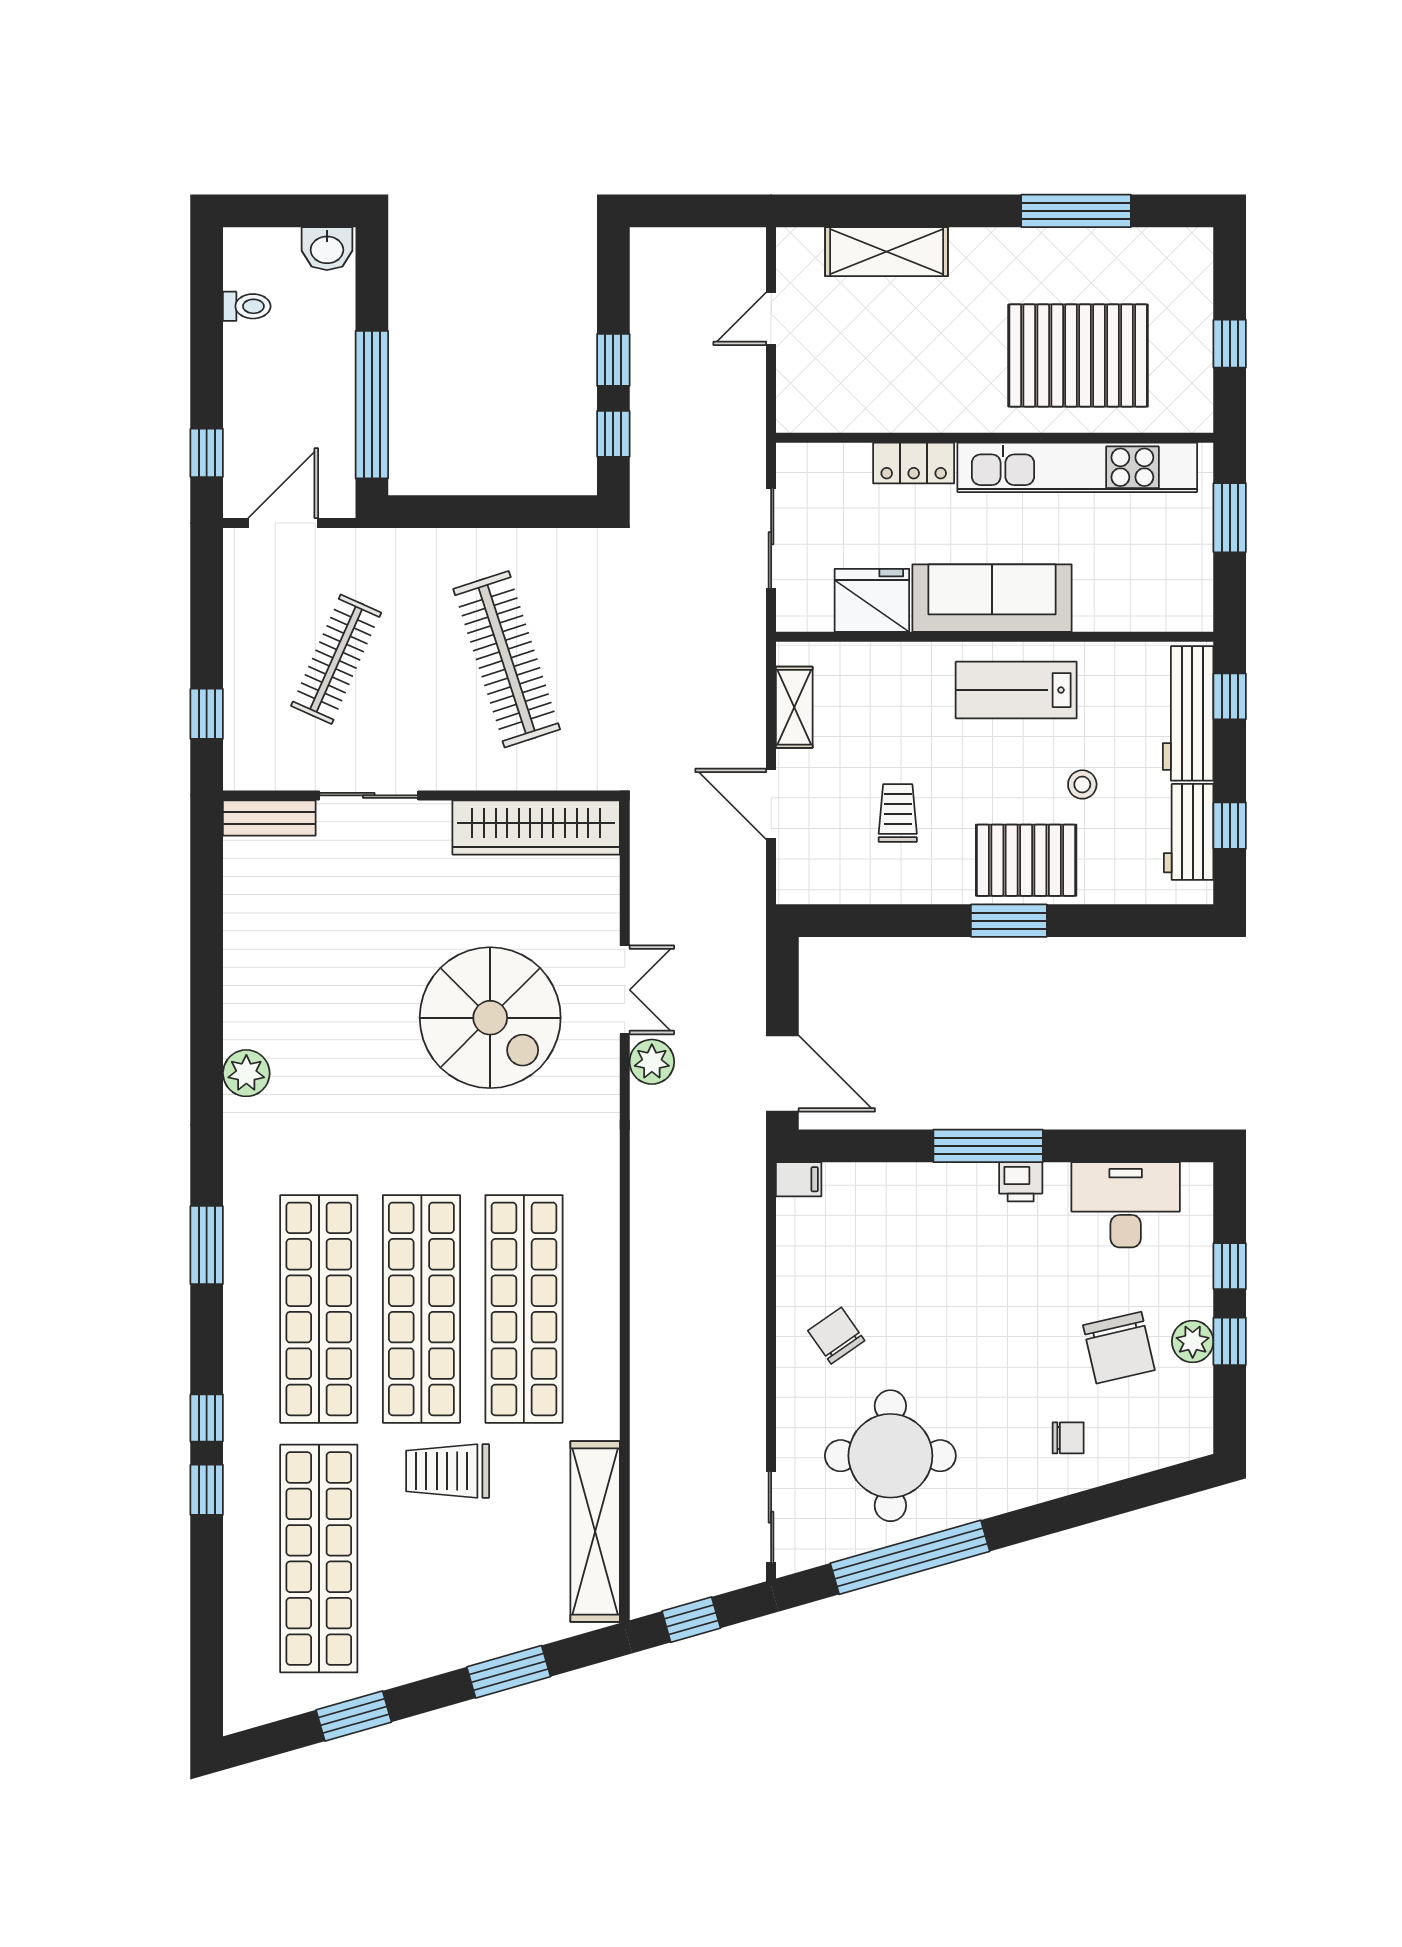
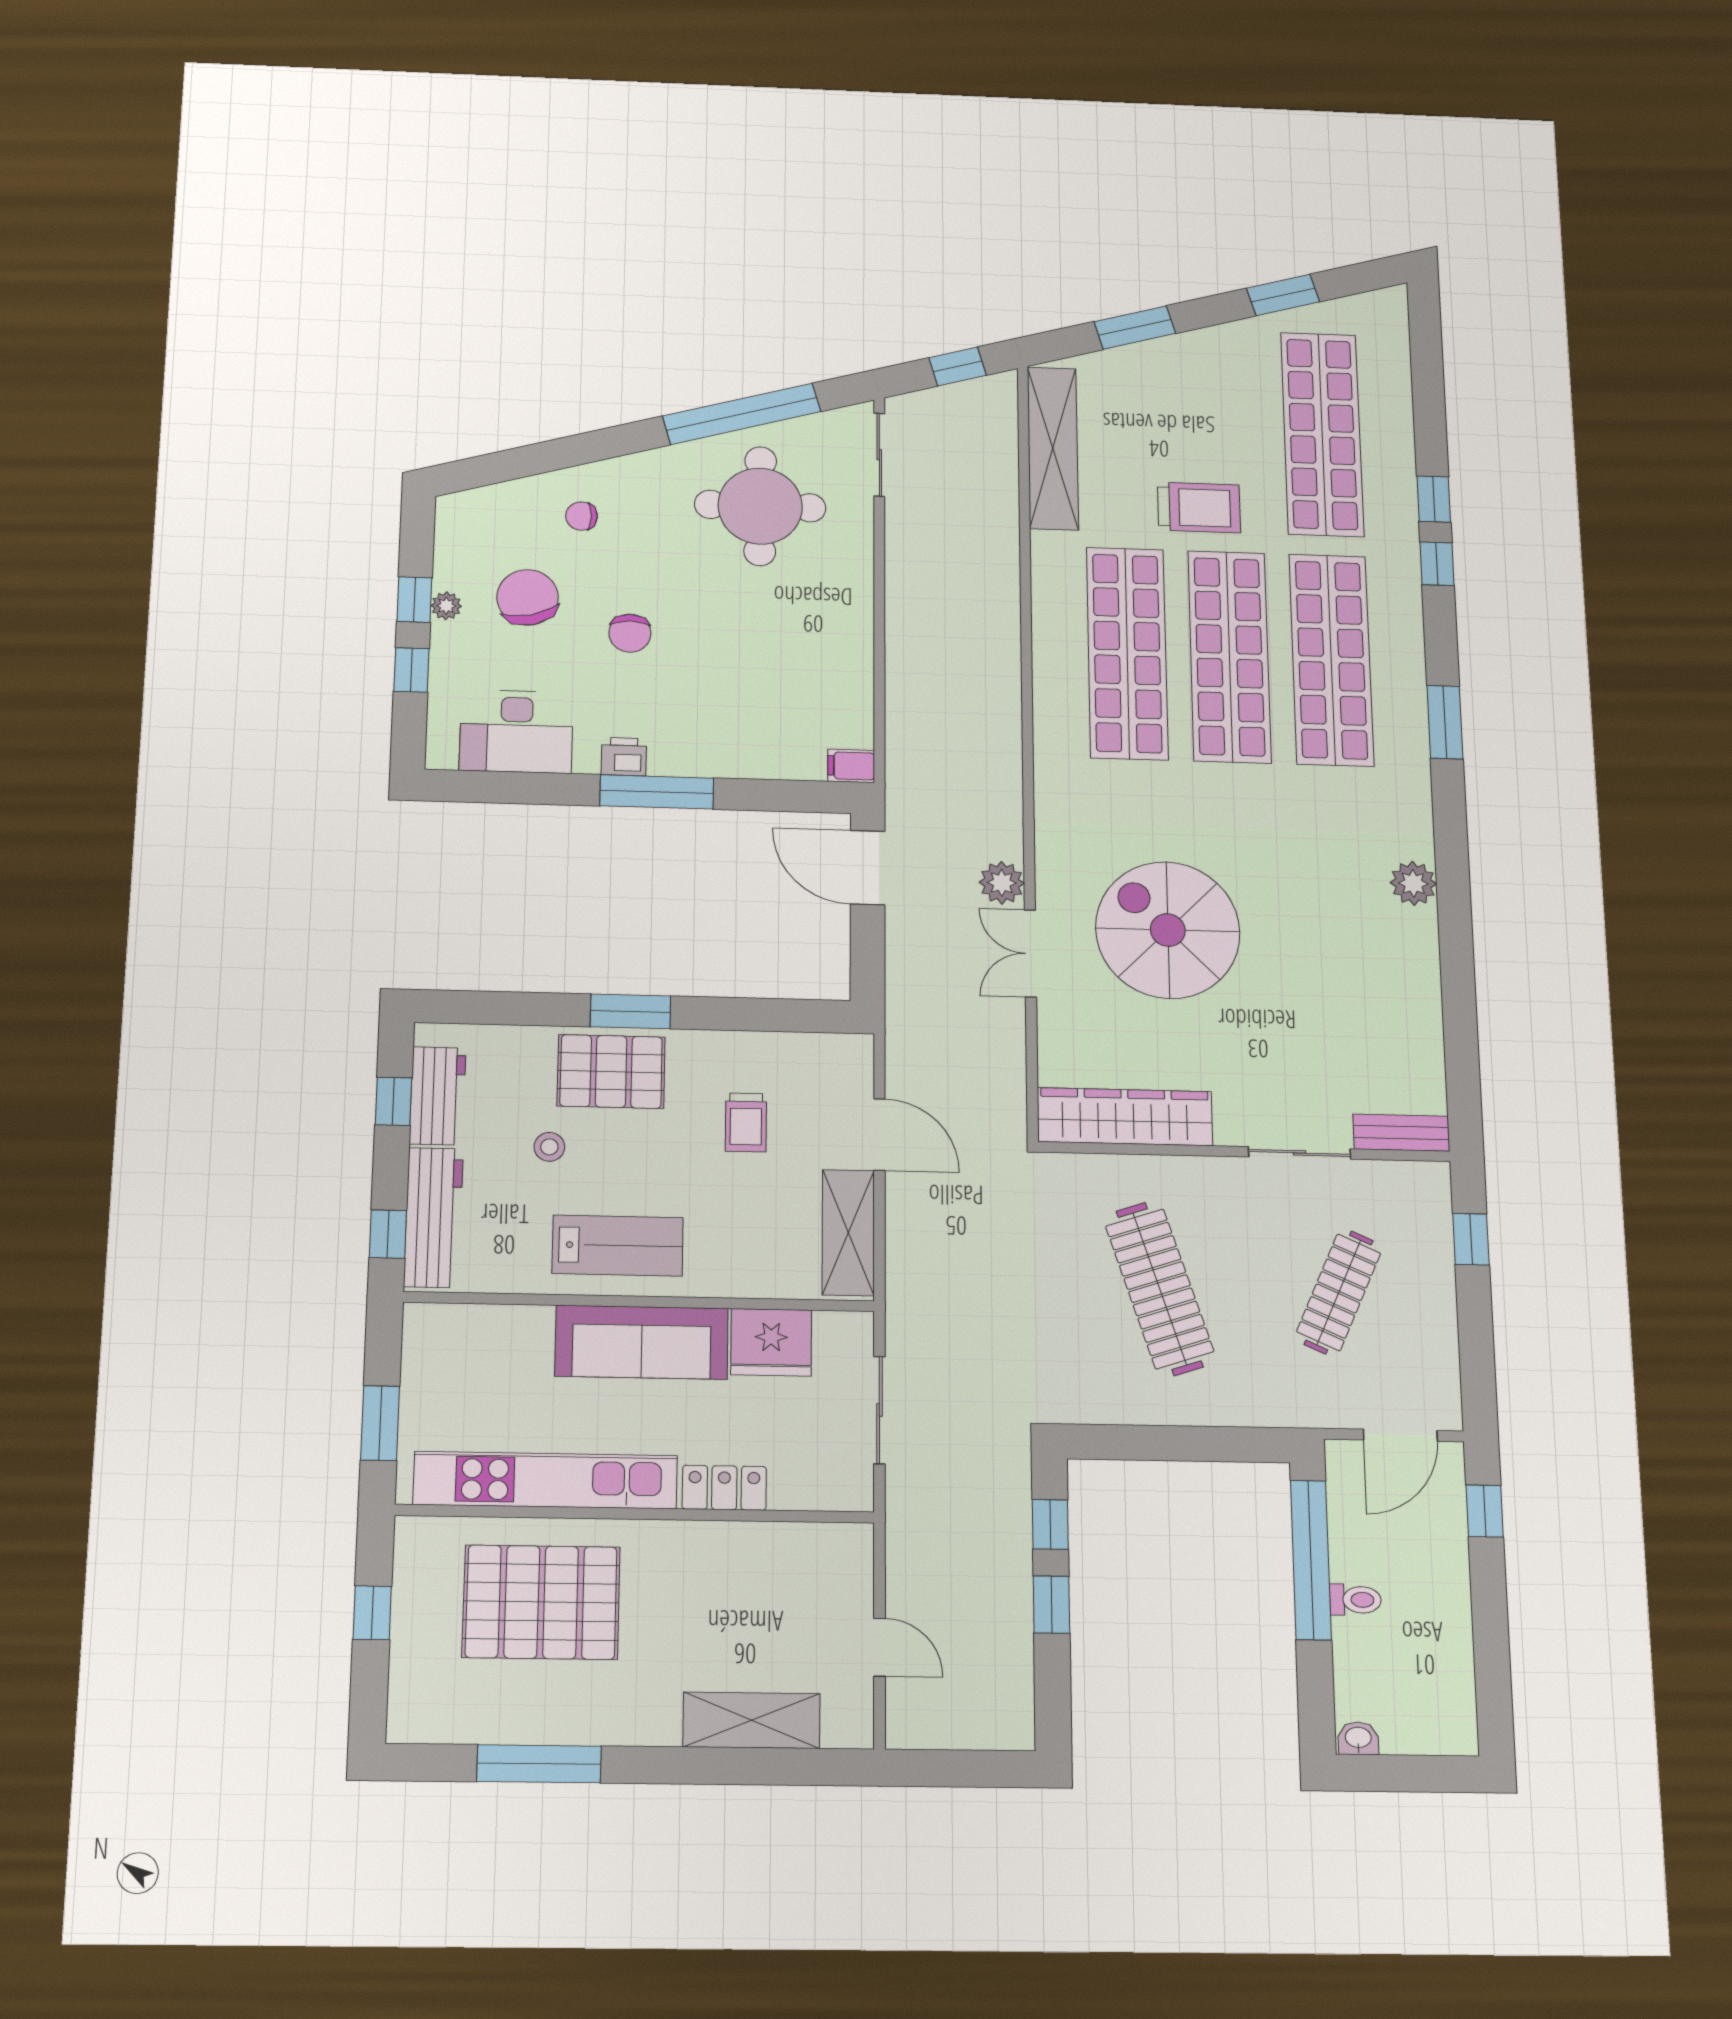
washbasin: (327, 249) -> (1358, 1738), width x0.72, depth x0.69
toilet: (247, 306) -> (1355, 1600), moved, turned 180
door: (771, 319) -> (879, 1647), hinge flipped
shelving: (794, 707) -> (848, 1233), width x1.50, depth x1.33
chair: (836, 1336) -> (630, 633), moved, turned 35
plant: (1193, 1341) -> (446, 606), width x0.73, depth x0.73

